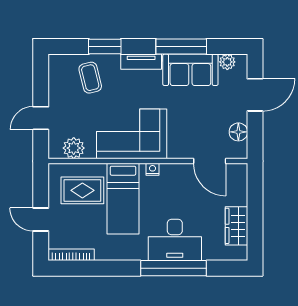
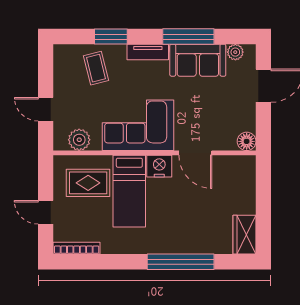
door: (41, 118) -> (46, 109), hinge flipped
floor lamp: (238, 132) -> (247, 141), moved
door: (210, 161) -> (195, 153), moved
nightstand: (152, 169) -> (159, 166), width x1.89, depth x1.79
wardrobe: (236, 226) -> (245, 235), moved
desk: (175, 240) -> (182, 233), removed

